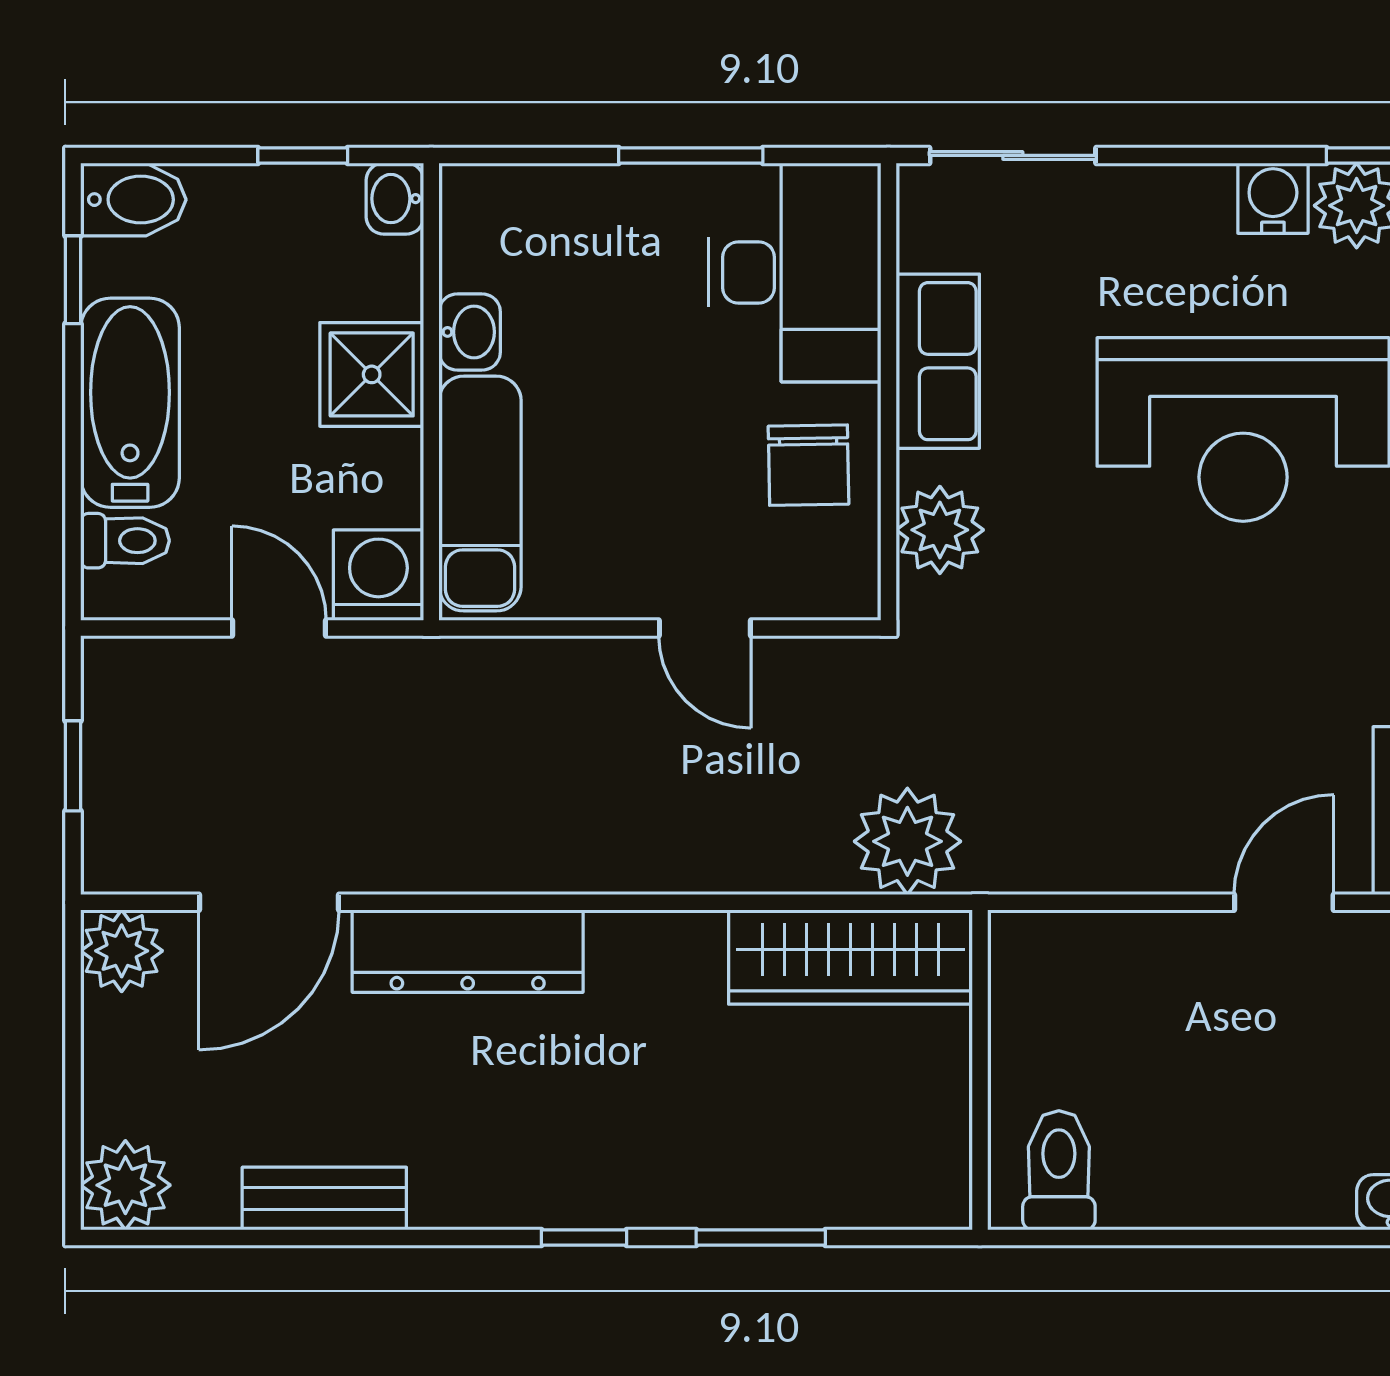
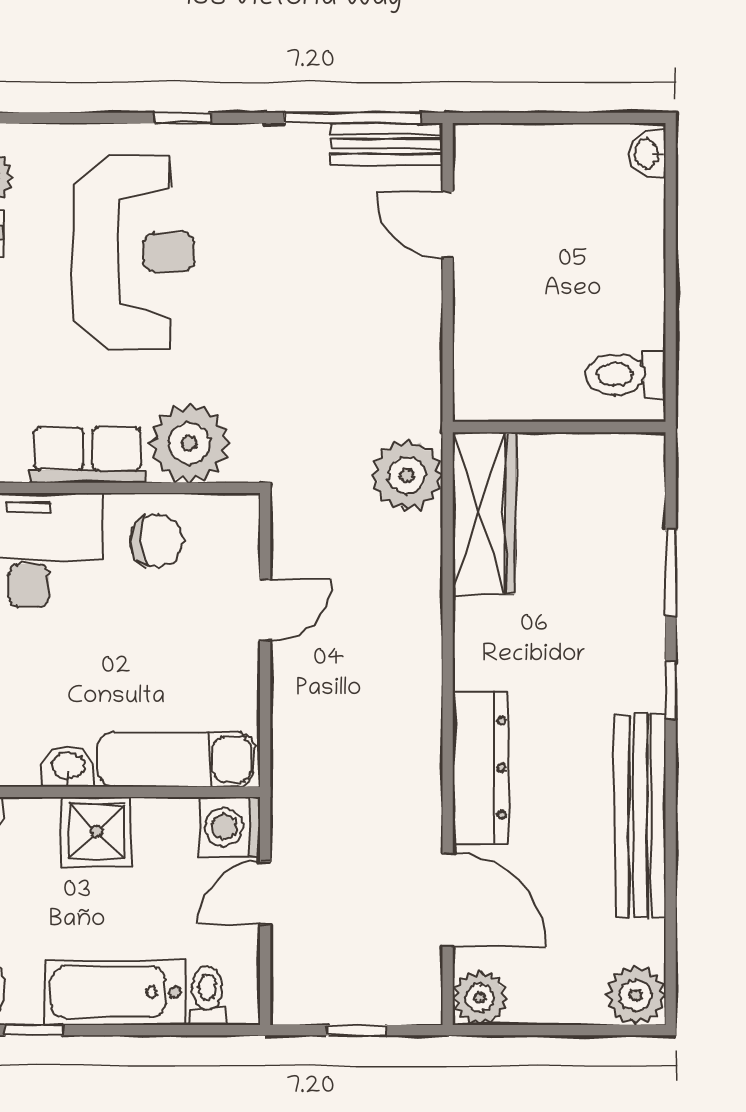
plant: (940, 530) -> (189, 443), width x1.36, depth x1.36
bench: (324, 1199) -> (640, 816), width x1.86, depth x1.21

